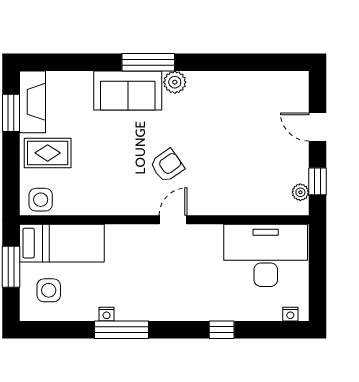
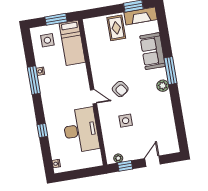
sofa: (128, 90) -> (153, 51), moved
side table: (41, 200) -> (126, 121), moved
desk: (266, 255) -> (81, 130), moved

